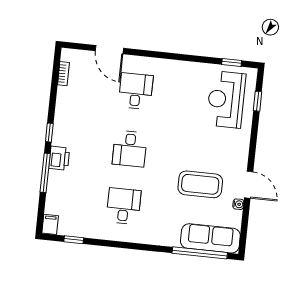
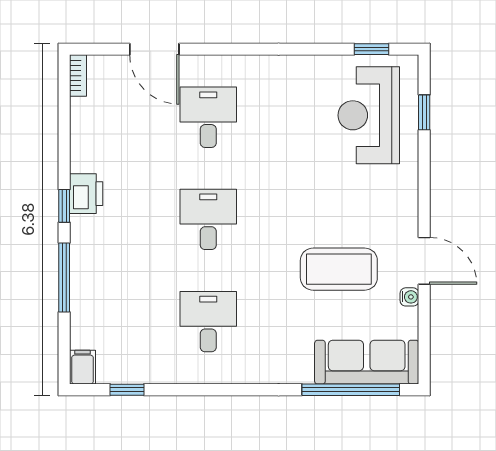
bookcase: (63, 74) -> (78, 76), moved
desk: (130, 149) -> (208, 219), turned 180
printer: (59, 158) -> (86, 194), moved

